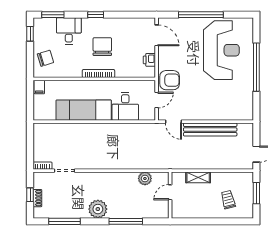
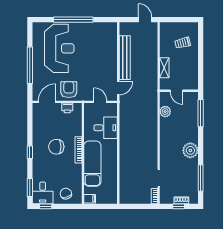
desk: (69, 31) -> (43, 193), moved, turned -90
reception desk: (221, 50) -> (59, 48), turned 90
armchair: (170, 80) -> (69, 90), moved
exam couch: (84, 110) -> (92, 164), moved, turned 180
window: (256, 193) -> (177, 20), removed
window: (126, 221) -> (201, 113), moved

